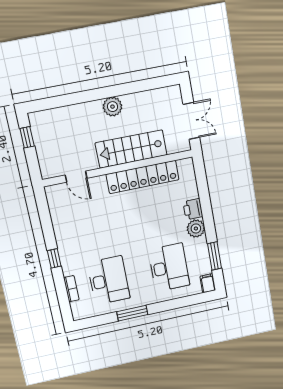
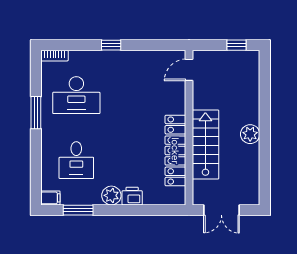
door: (76, 177) -> (189, 70), moved
desk: (169, 267) -> (76, 160), width x0.73
bookcase: (71, 289) -> (54, 56), moved

